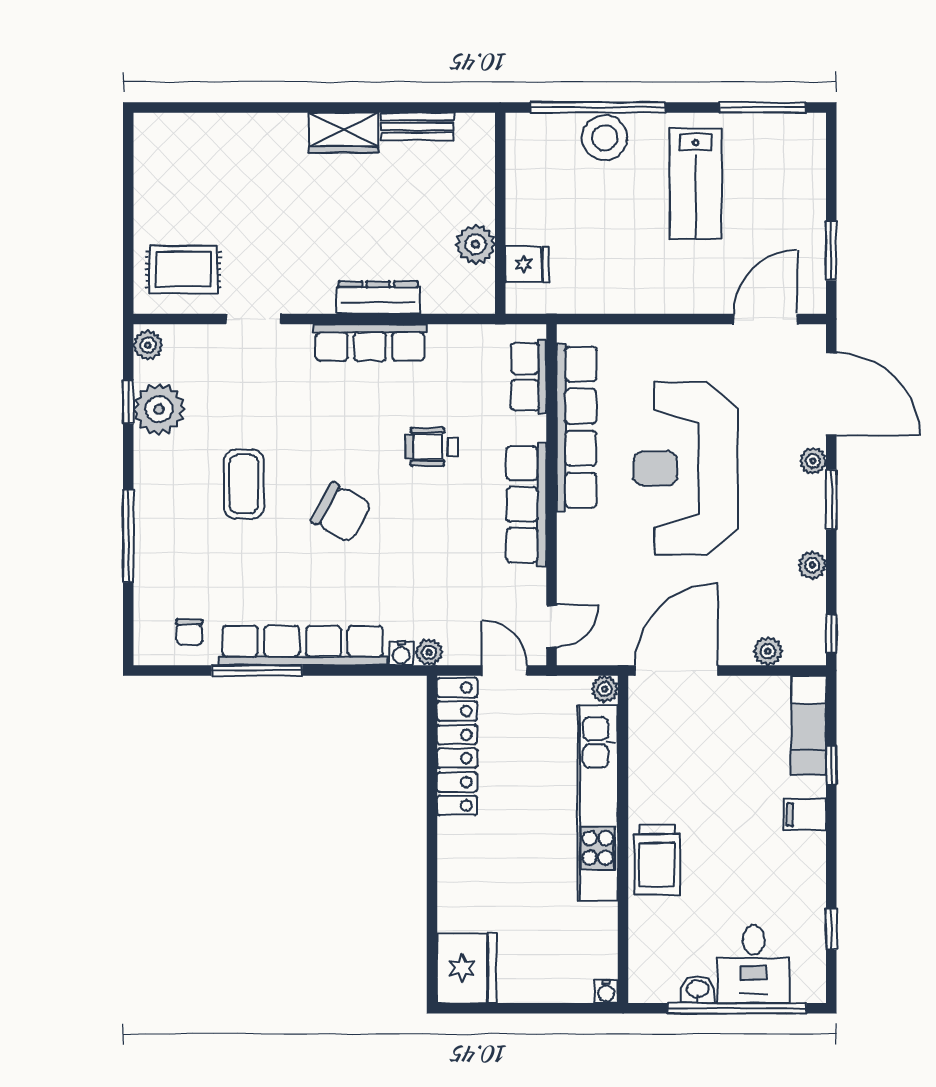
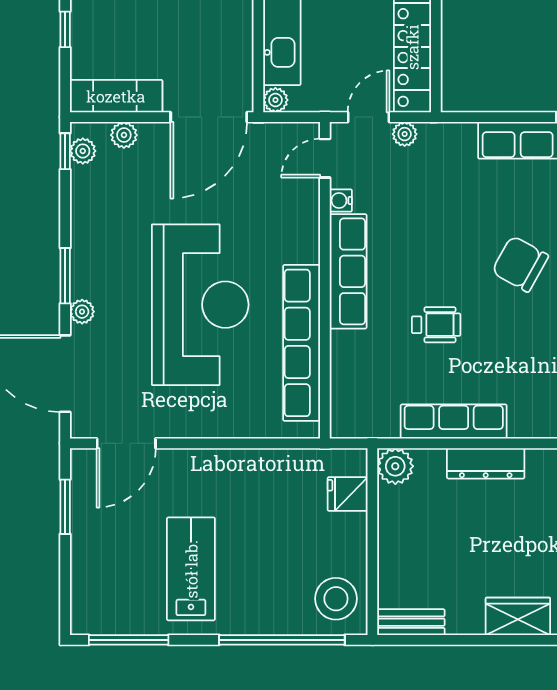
bench: (417, 126) -> (411, 622), moved
stool: (605, 138) -> (336, 599), moved
plant: (476, 244) -> (395, 466), moved
row of seats: (370, 343) -> (454, 421), moved
row of seats: (529, 377) -> (346, 390), removed
plant: (812, 565) -> (83, 151), moved
plant: (429, 652) -> (405, 134), moved
water cooler: (401, 653) -> (341, 201), moved, turned -90
door: (504, 670) -> (369, 117), swing flipped
exam couch: (809, 726) -> (116, 96), moved, turned -90

